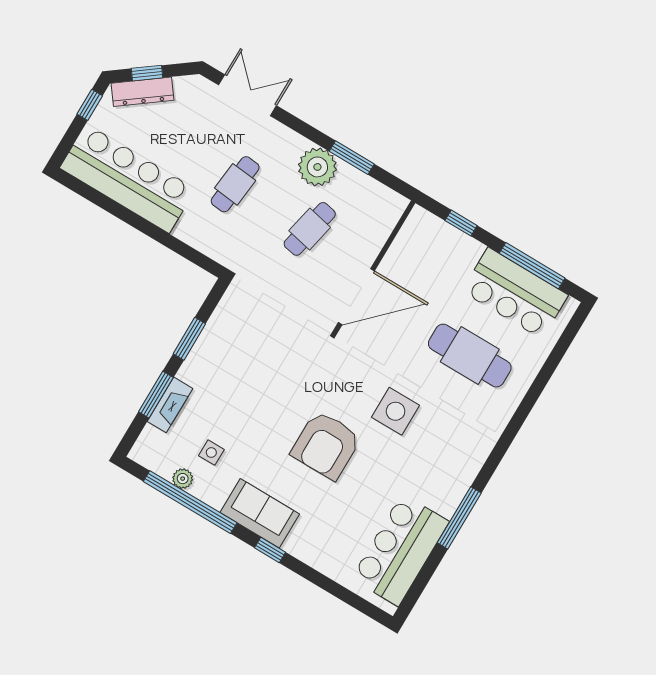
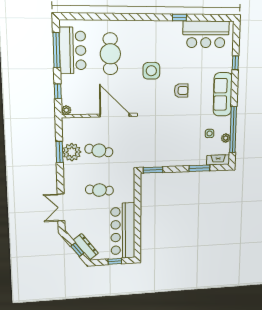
window: (90, 105) -> (115, 261), moved
plant: (317, 167) -> (72, 152), moved
plant: (419, 217) -> (66, 110), added
window: (189, 339) -> (153, 170), moved
fireplace: (170, 405) -> (218, 160), moved
armchair: (326, 445) -> (181, 91), width x0.53, depth x0.53
sofa: (260, 513) -> (223, 94), width x1.36
window: (459, 518) -> (179, 17), width x0.46
window: (270, 550) -> (235, 63), moved

